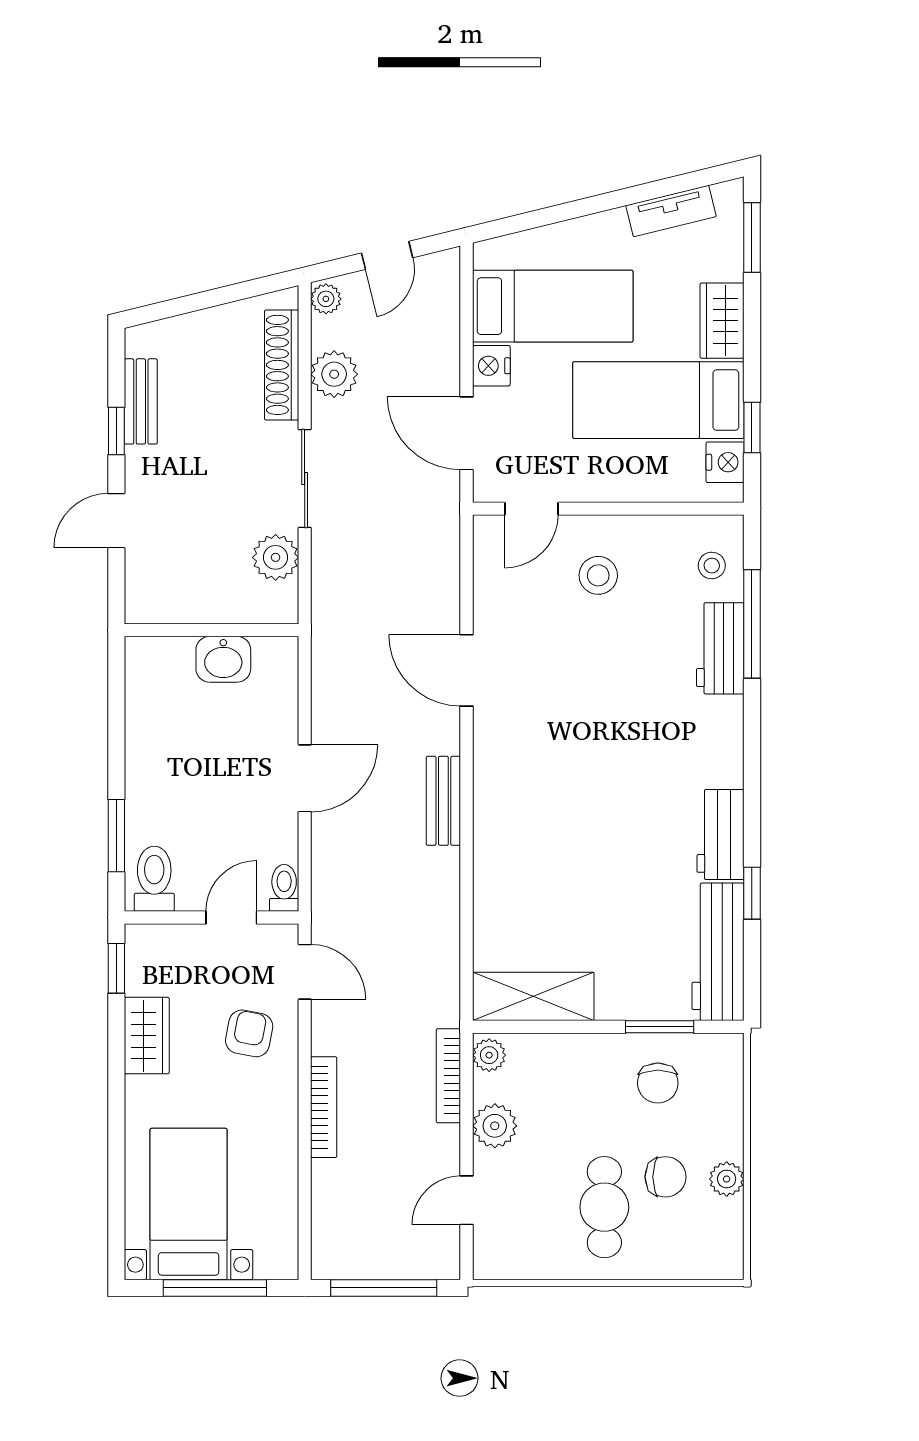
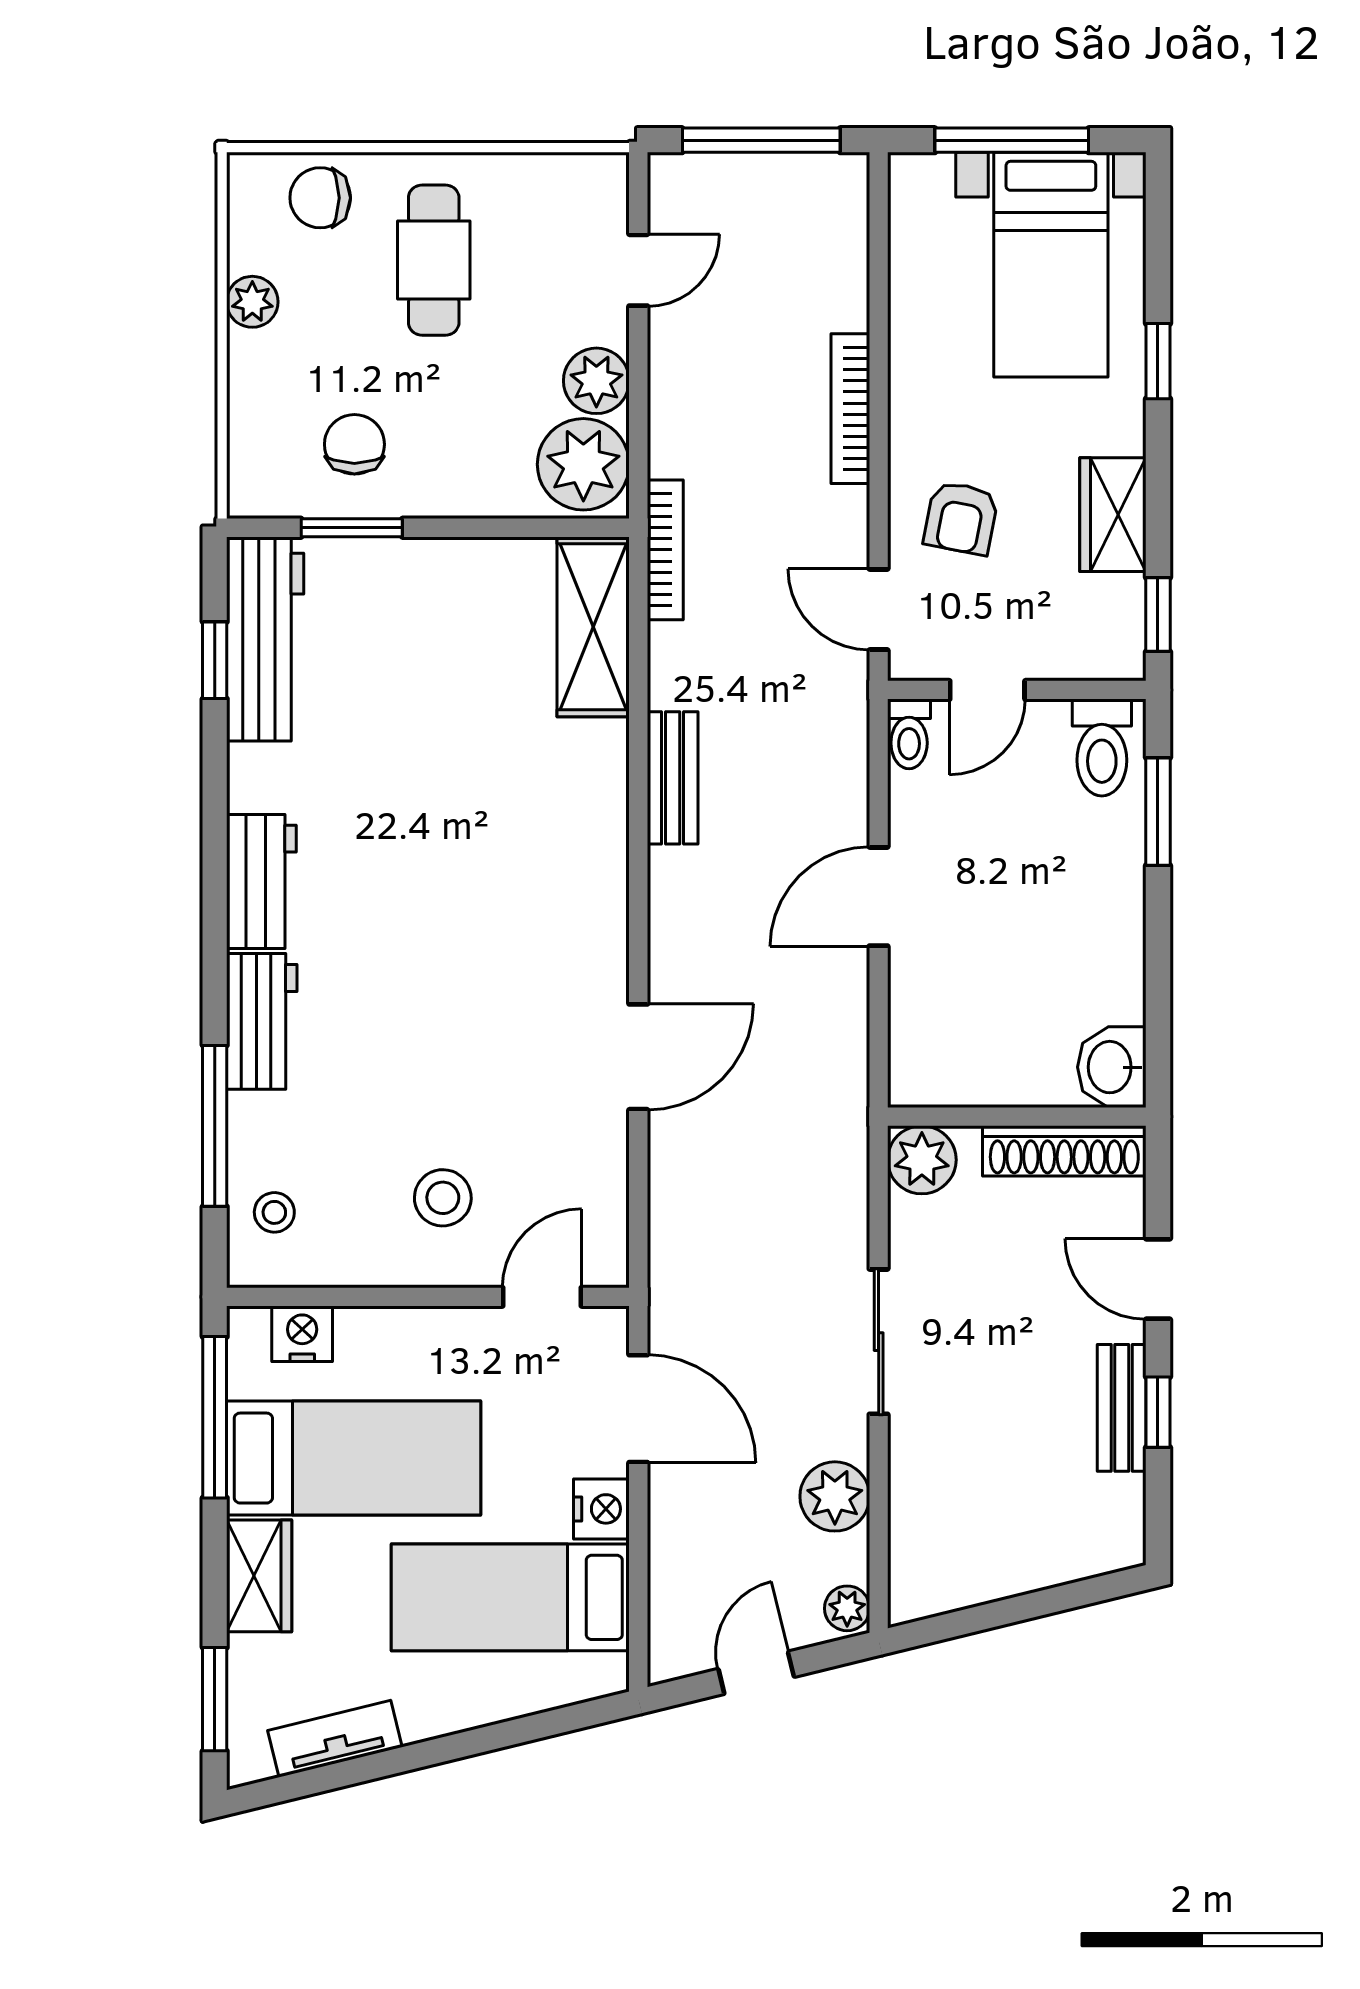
shoe rack: (282, 365) -> (1064, 1151), moved, turned 90
bench: (141, 401) -> (1122, 1408), moved
window: (752, 428) -> (215, 1417), width x2.17
nightstand: (725, 462) -> (302, 1334), moved, turned 90
door: (116, 521) -> (1158, 1279), swing flipped
plant: (276, 557) -> (922, 1160), moved
workbench: (720, 648) -> (262, 1021), moved
washbasin: (223, 659) -> (1112, 1067), moved, turned -90
door: (467, 670) -> (638, 1057), hinge flipped
bench: (443, 801) -> (673, 778), moved
workbench: (720, 835) -> (261, 882), moved
window: (752, 893) -> (215, 660), moved
shelving: (533, 996) -> (593, 627), moved, turned 90
plant: (489, 1055) -> (583, 464), width x1.87, depth x1.87
bookcase: (448, 1076) -> (665, 550), moved
window: (116, 1139) -> (1158, 361), added
chair: (666, 1177) -> (320, 198), moved

